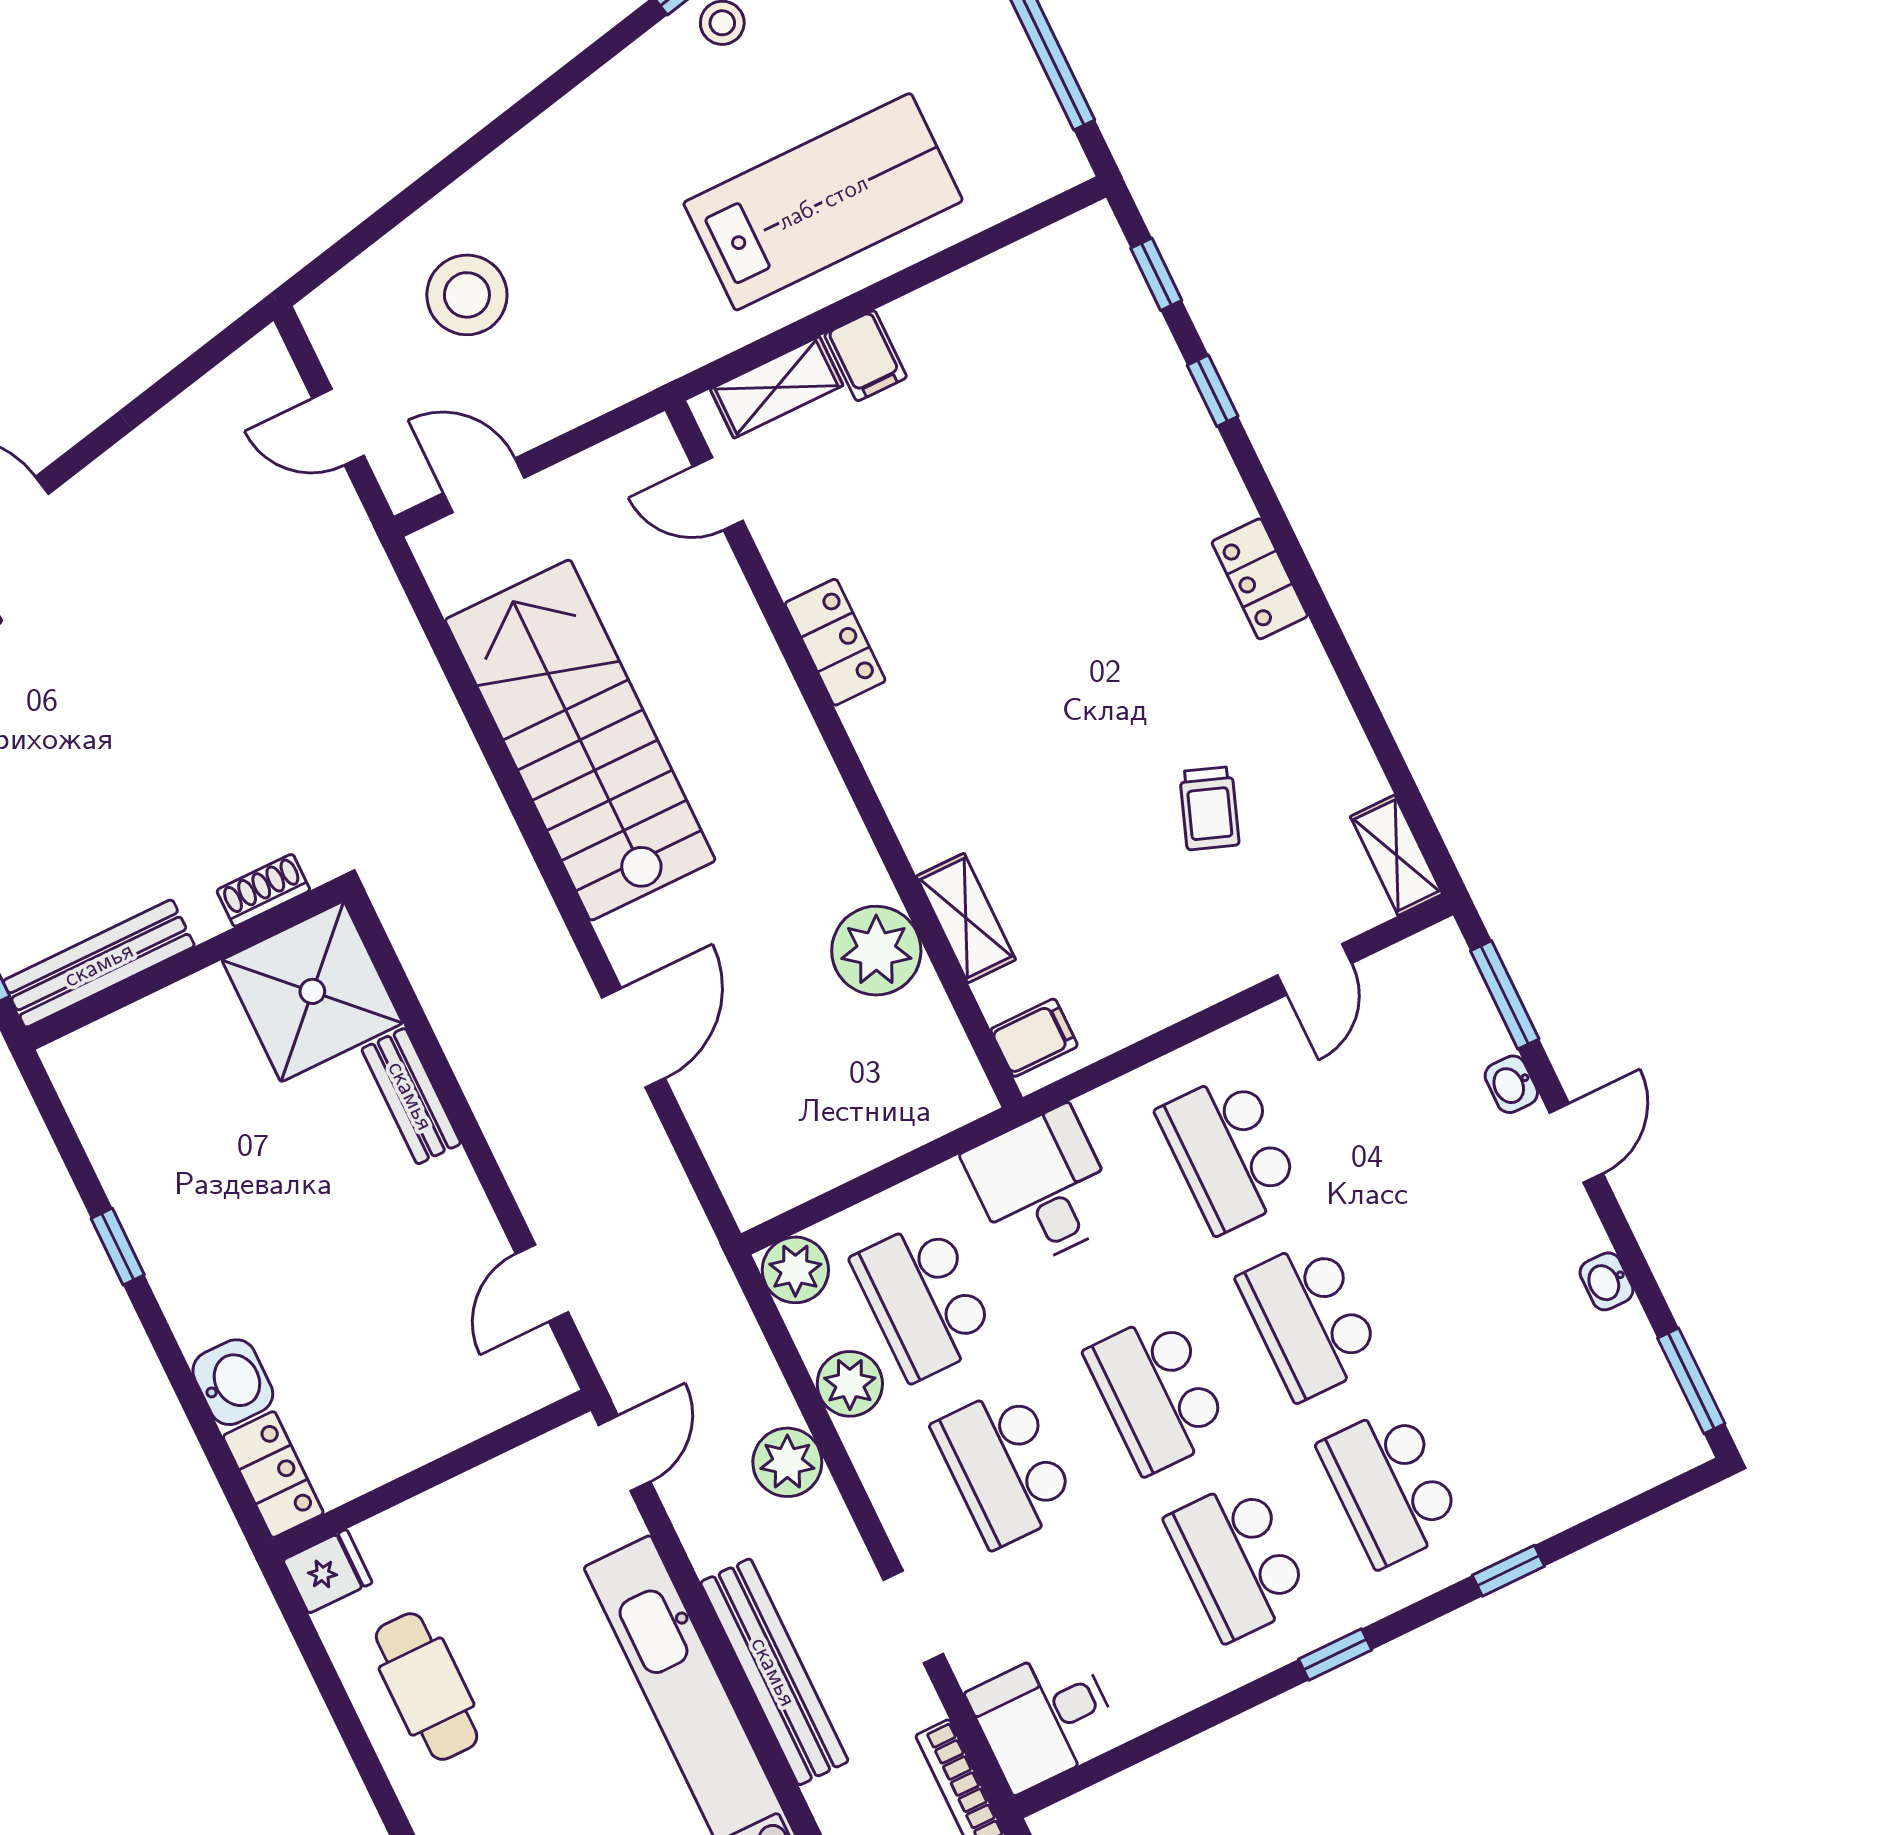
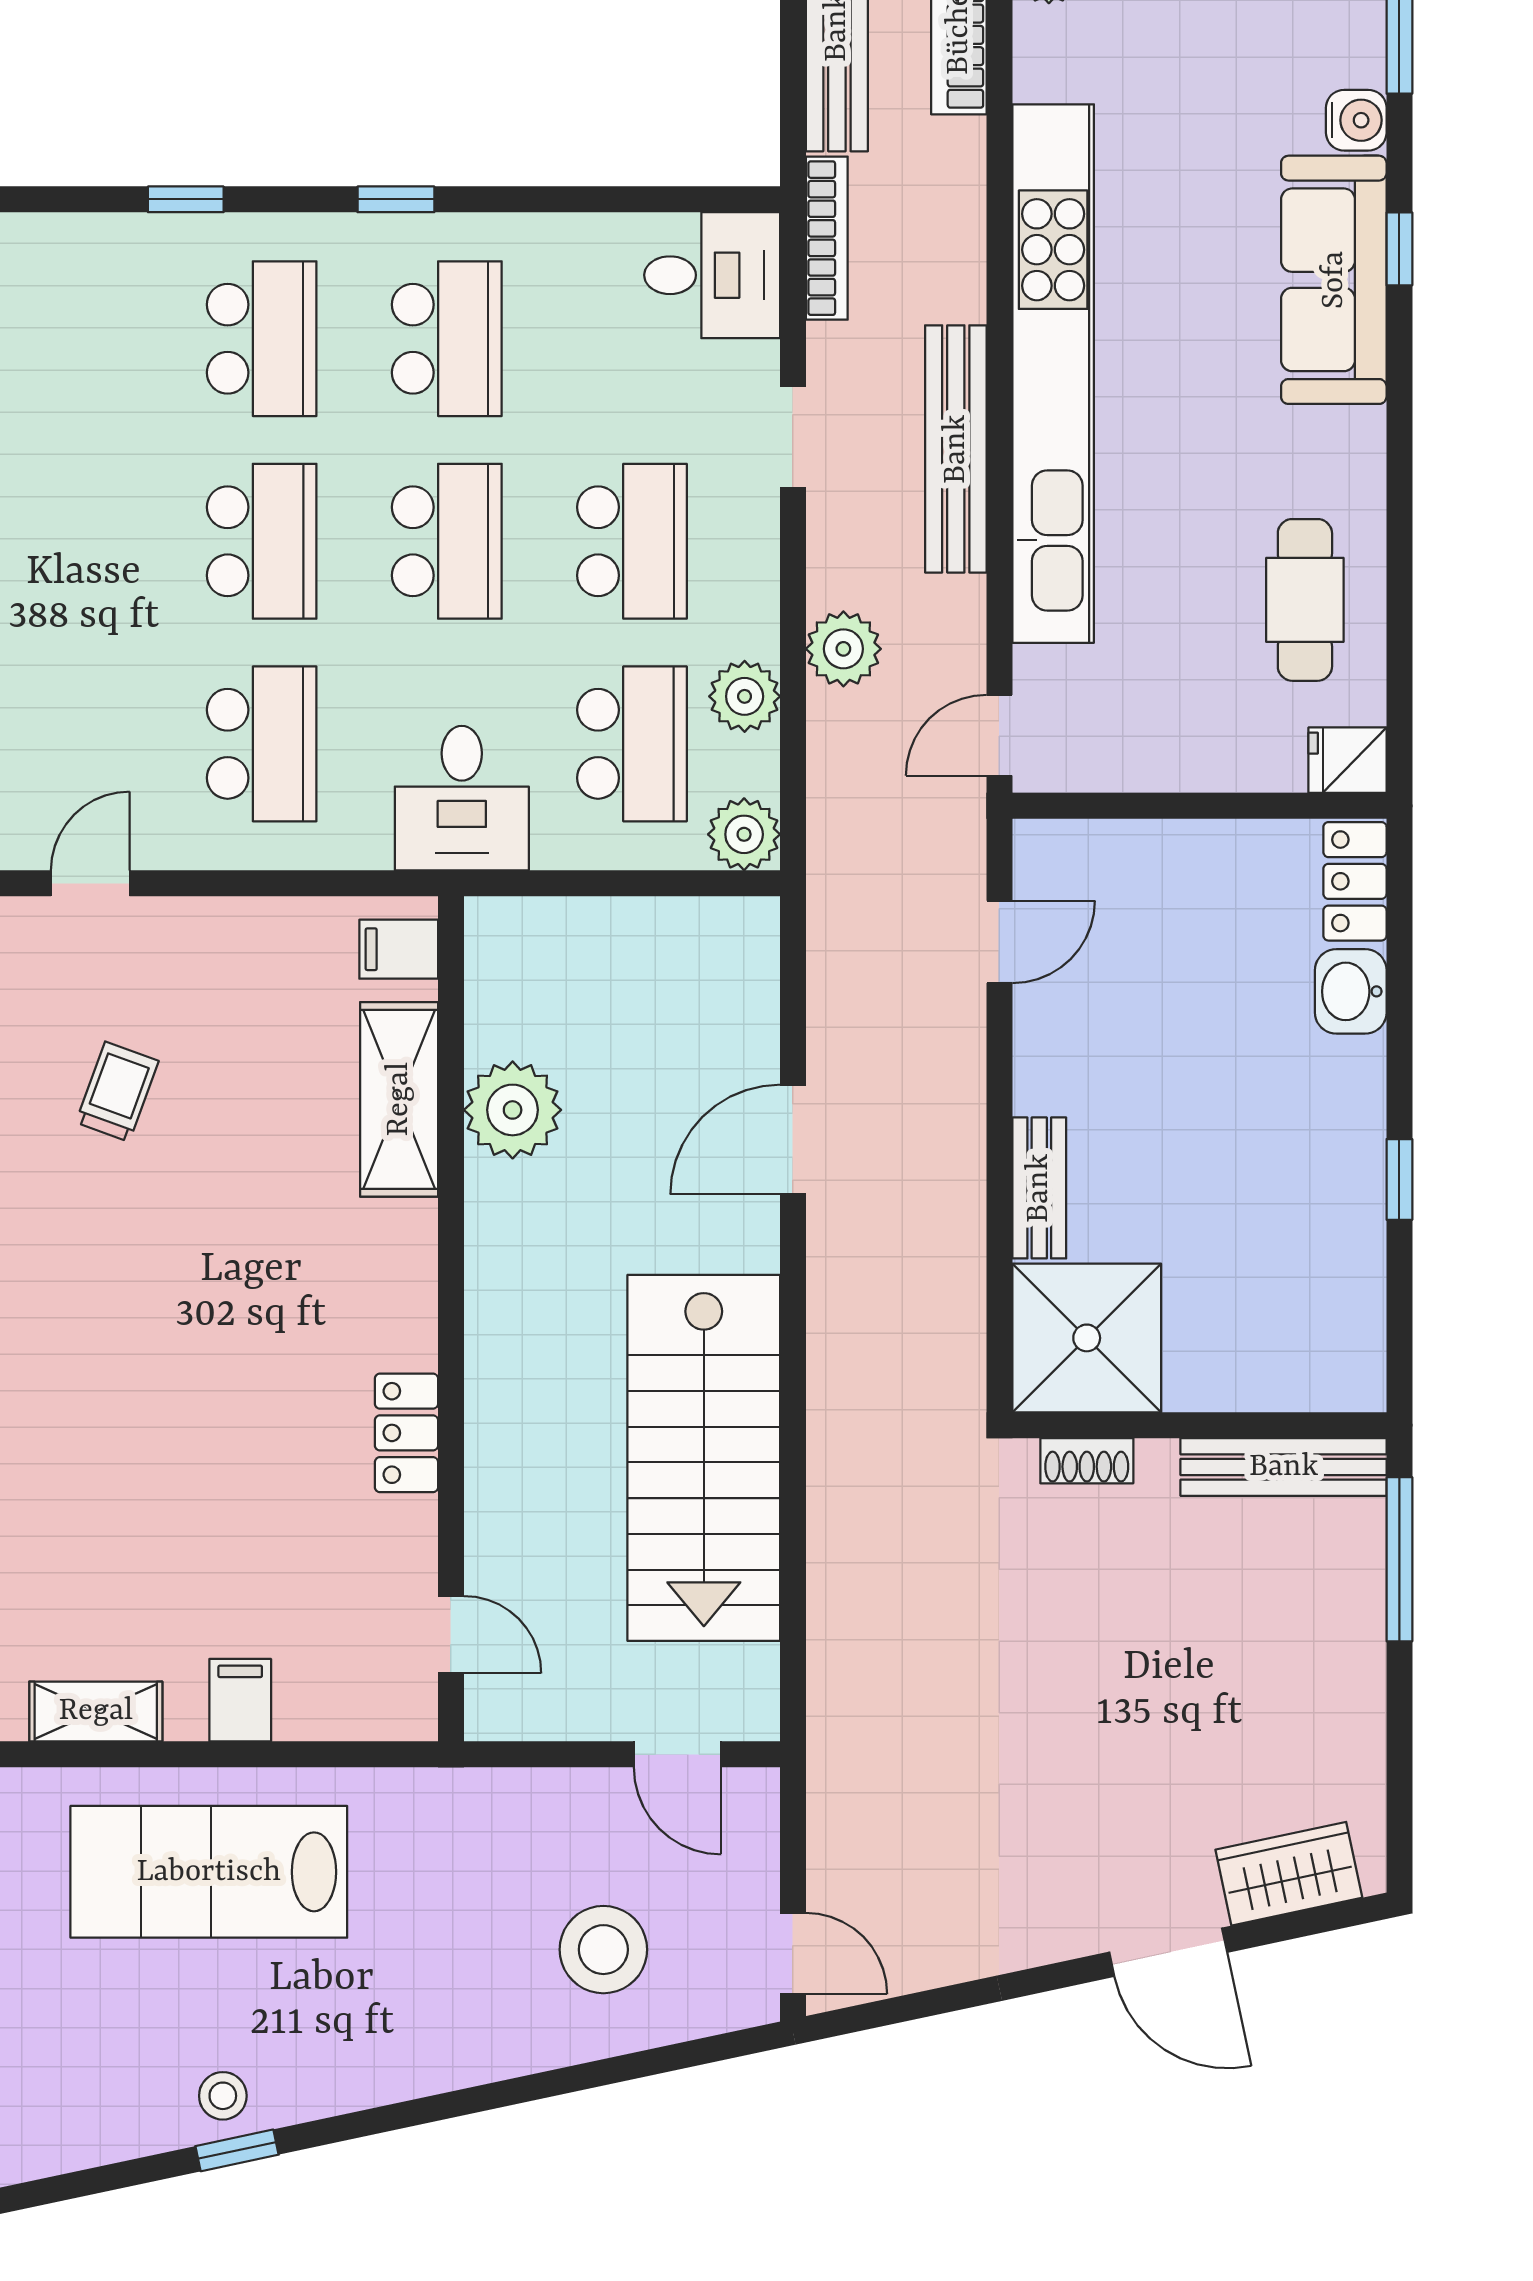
shelving: (777, 387) -> (96, 1711), moved
door: (338, 427) -> (793, 1954), moved
shelving: (966, 918) -> (399, 1099), width x1.50, depth x1.33

